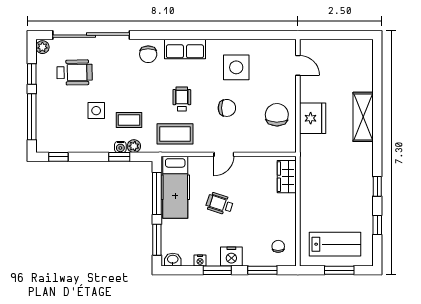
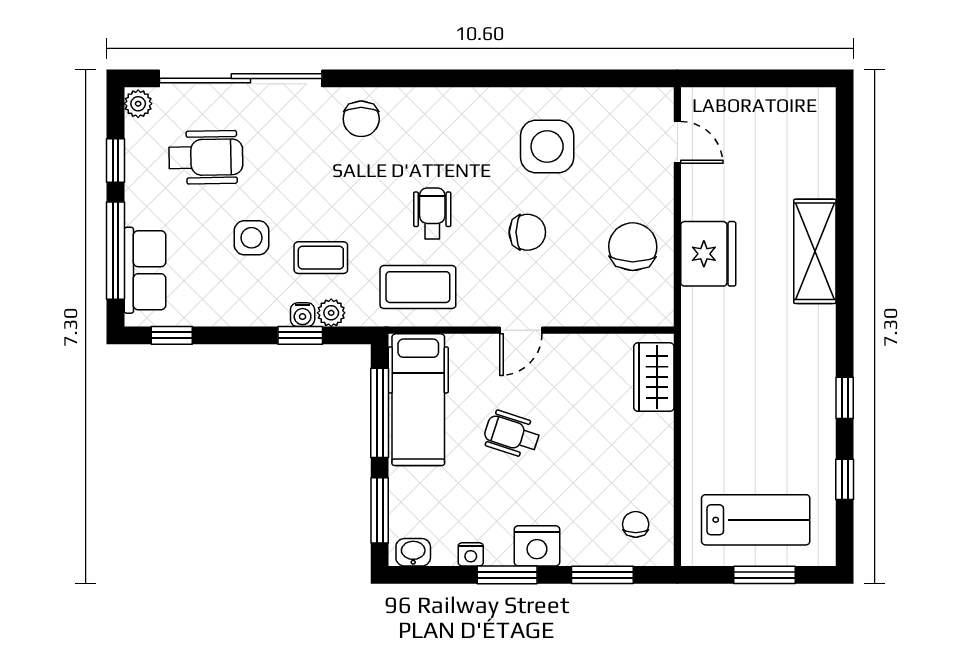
row of seats: (185, 49) -> (145, 270), moved, turned -90

